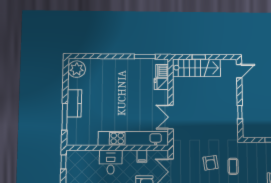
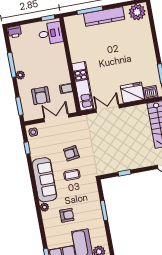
fridge: (161, 84) -> (132, 93), width x1.88, depth x1.34
kitchen counter: (74, 103) -> (104, 16), width x1.50
kitchen unit: (133, 138) -> (83, 86), width x0.73
desk: (111, 162) -> (50, 33), moved

